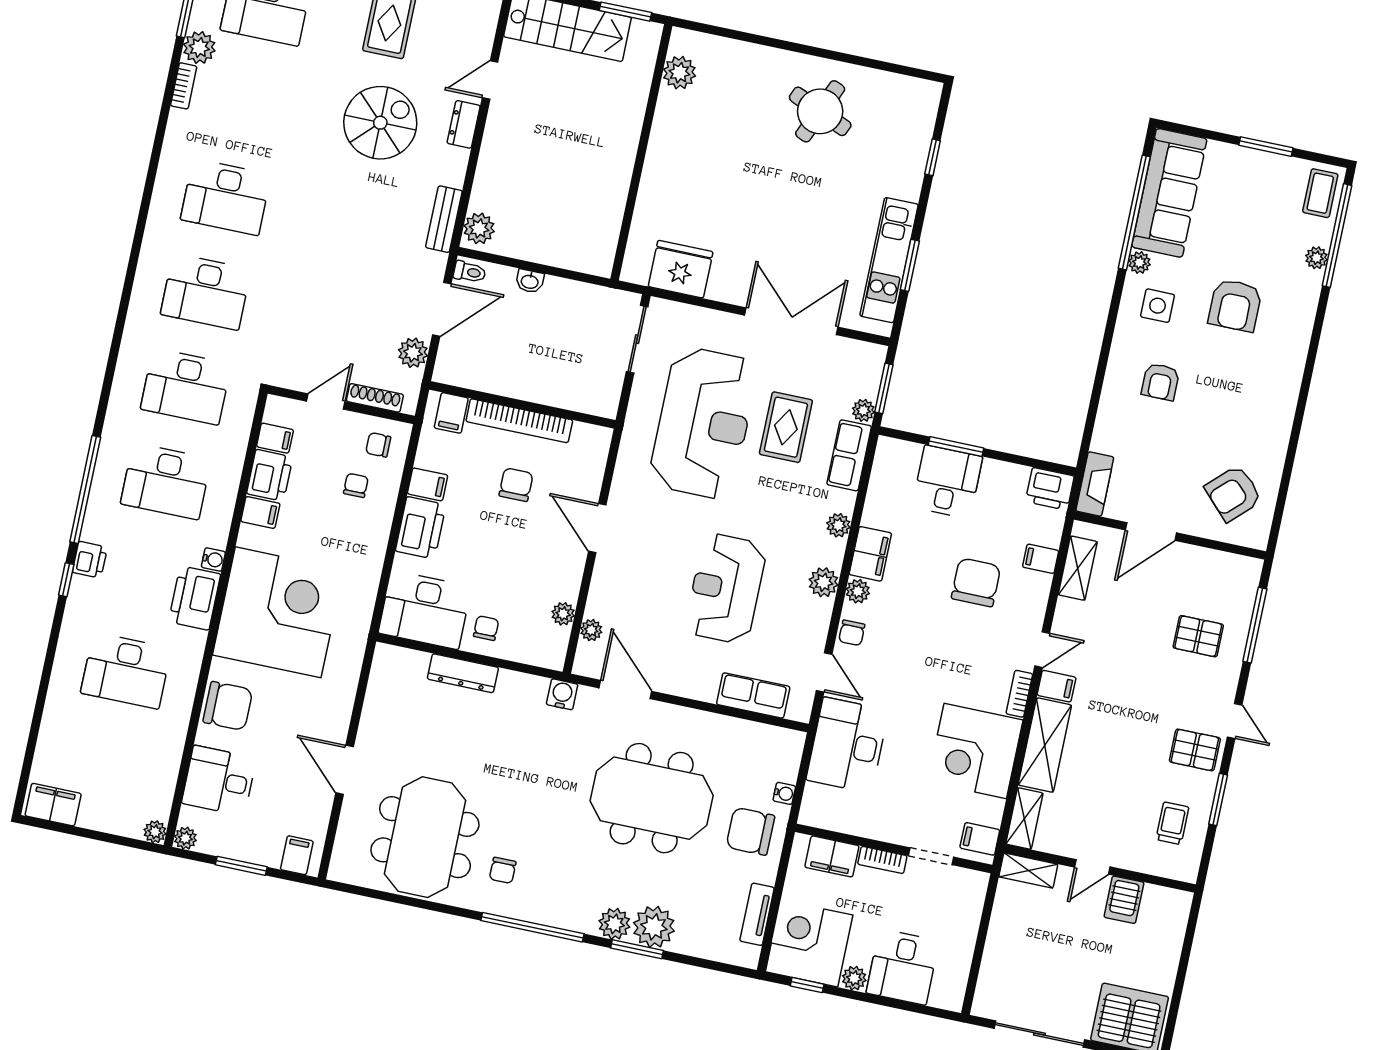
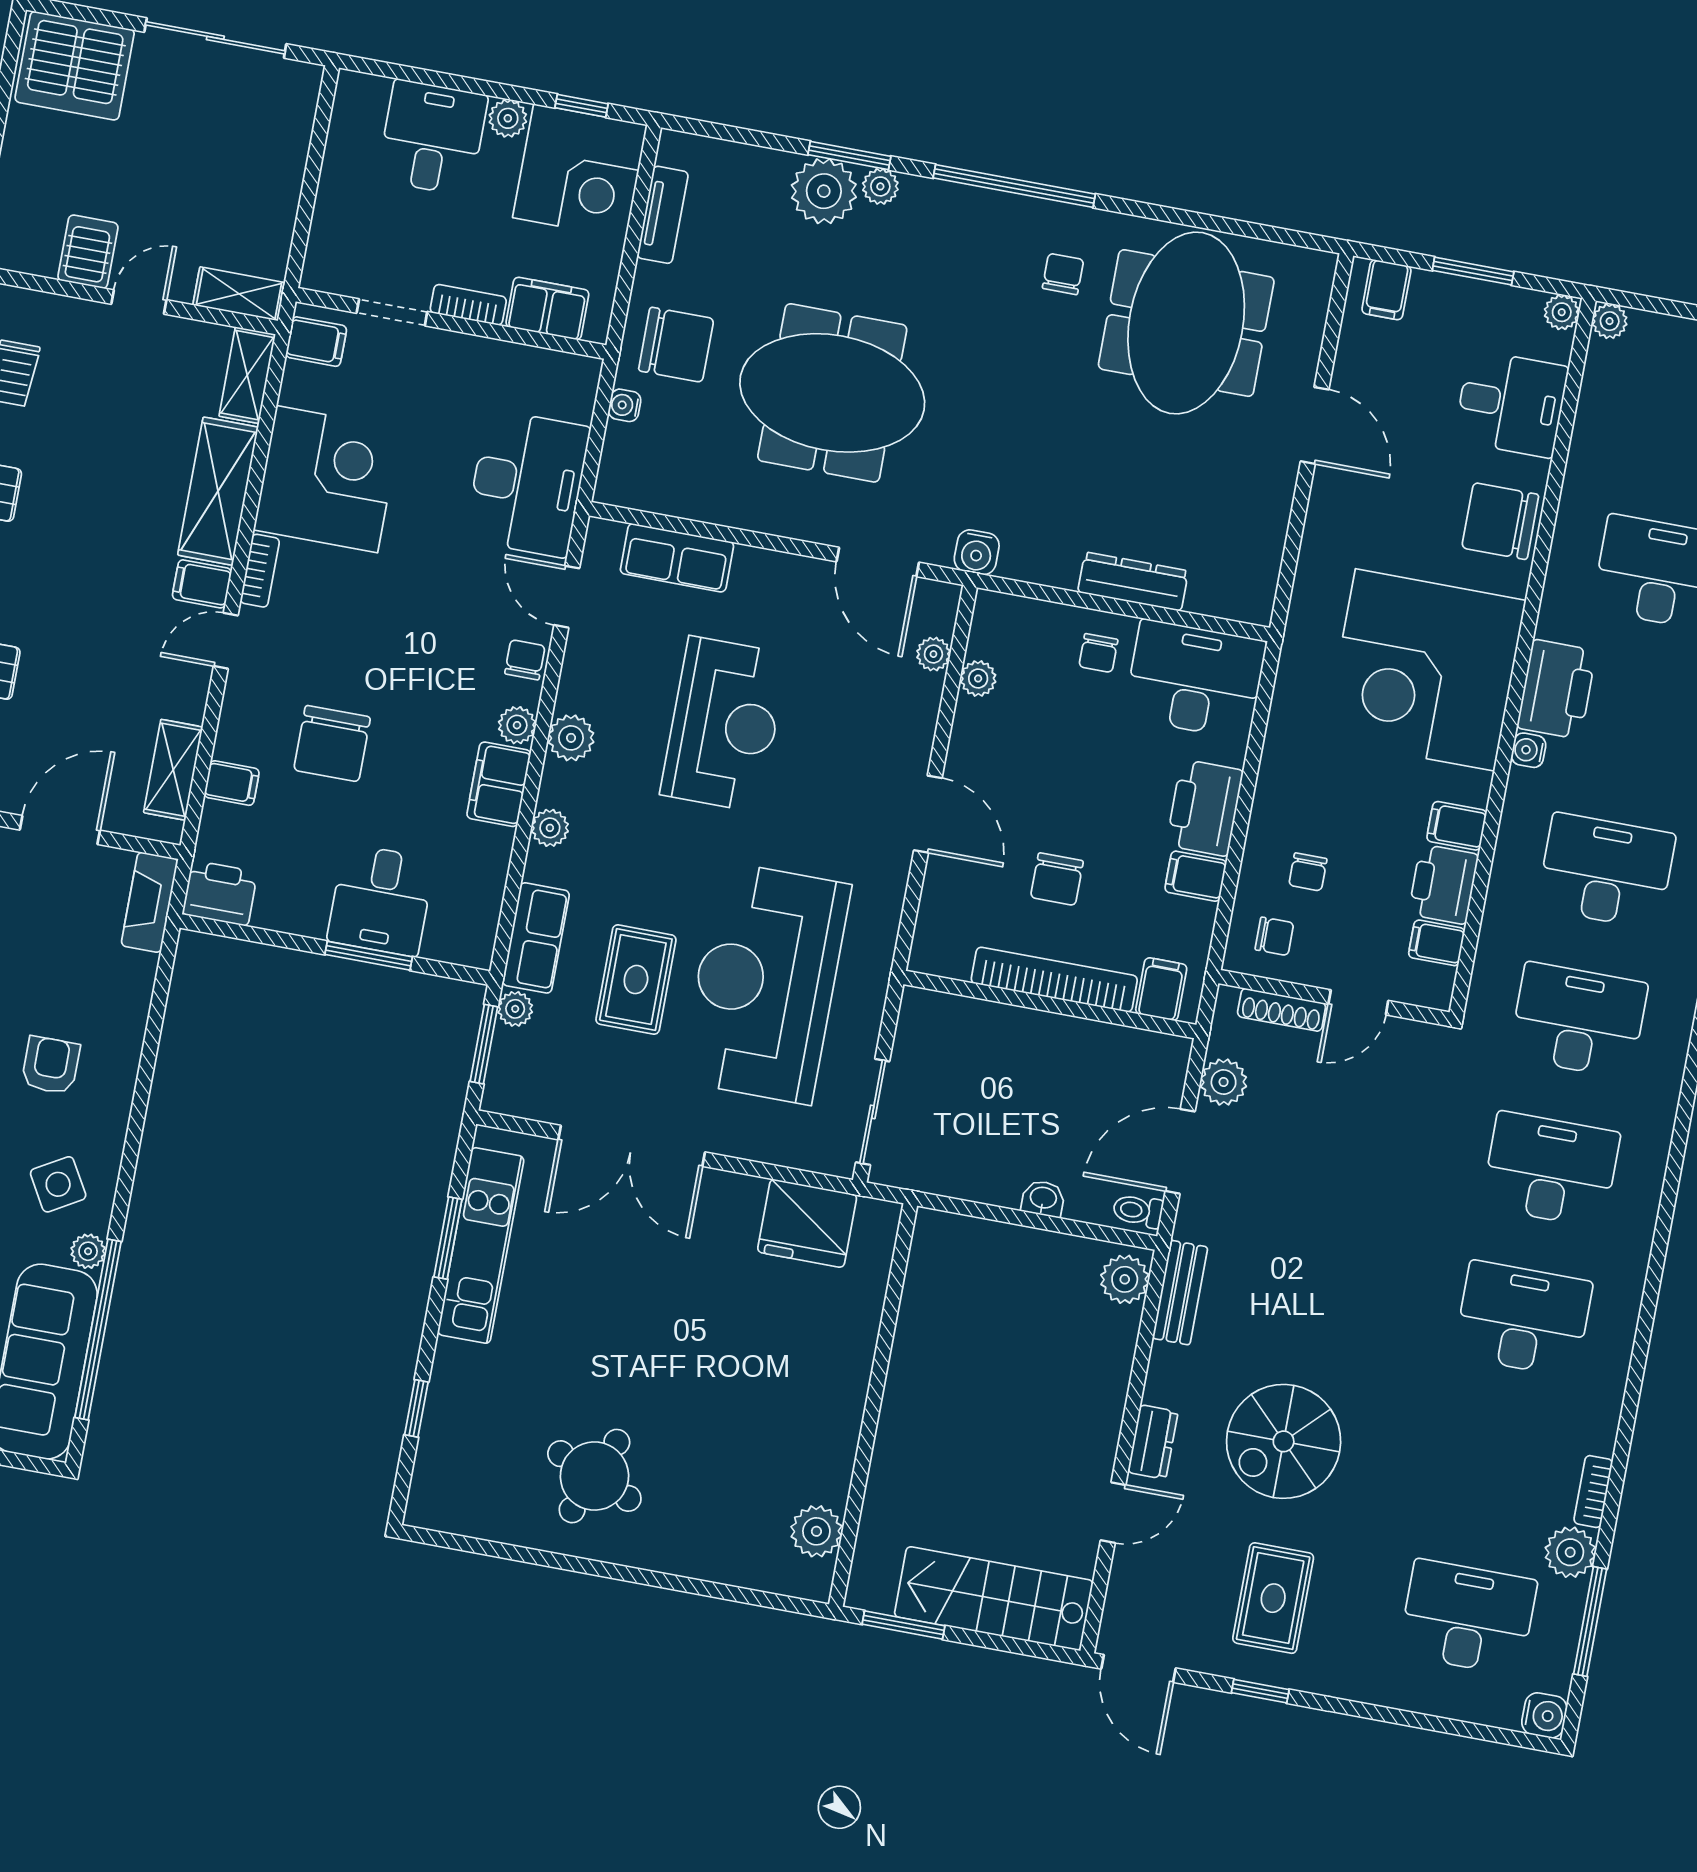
side table: (1158, 306) -> (58, 1184), turned -30
plant: (614, 924) -> (880, 186), width x0.73, depth x0.73

